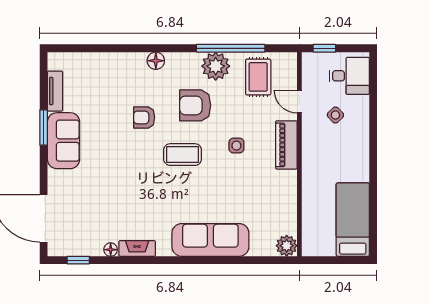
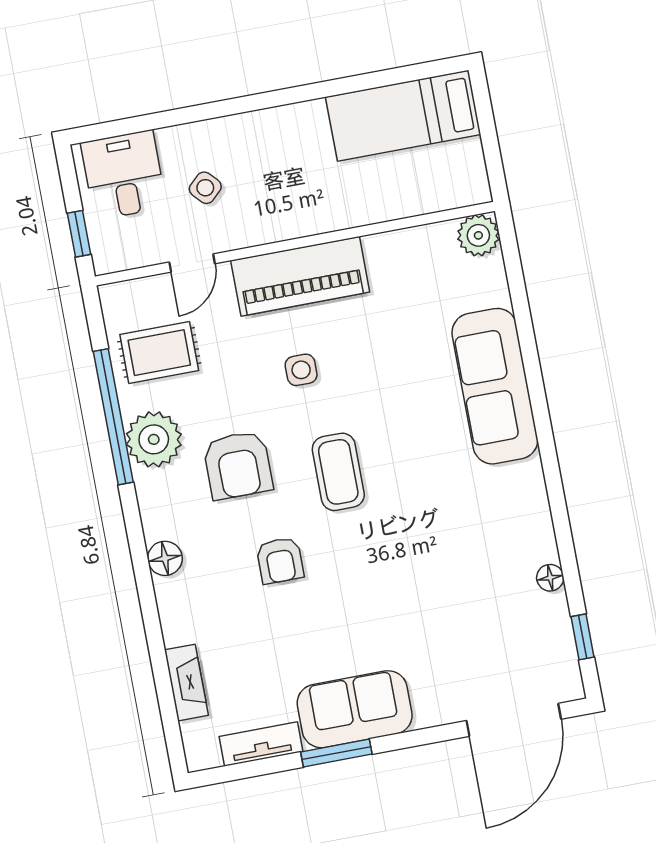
piano: (286, 145) -> (300, 276), width x1.37, depth x1.33
fireplace: (137, 248) -> (186, 683), moved, turned 180

